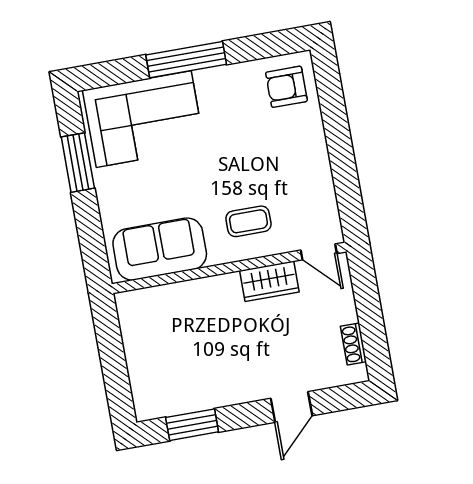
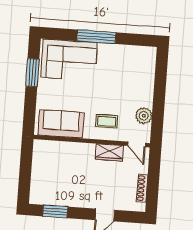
armchair: (286, 87) -> (141, 62), removed
plant: (319, 192) -> (144, 116), added
shoe rack: (353, 344) -> (142, 188), width x1.43

